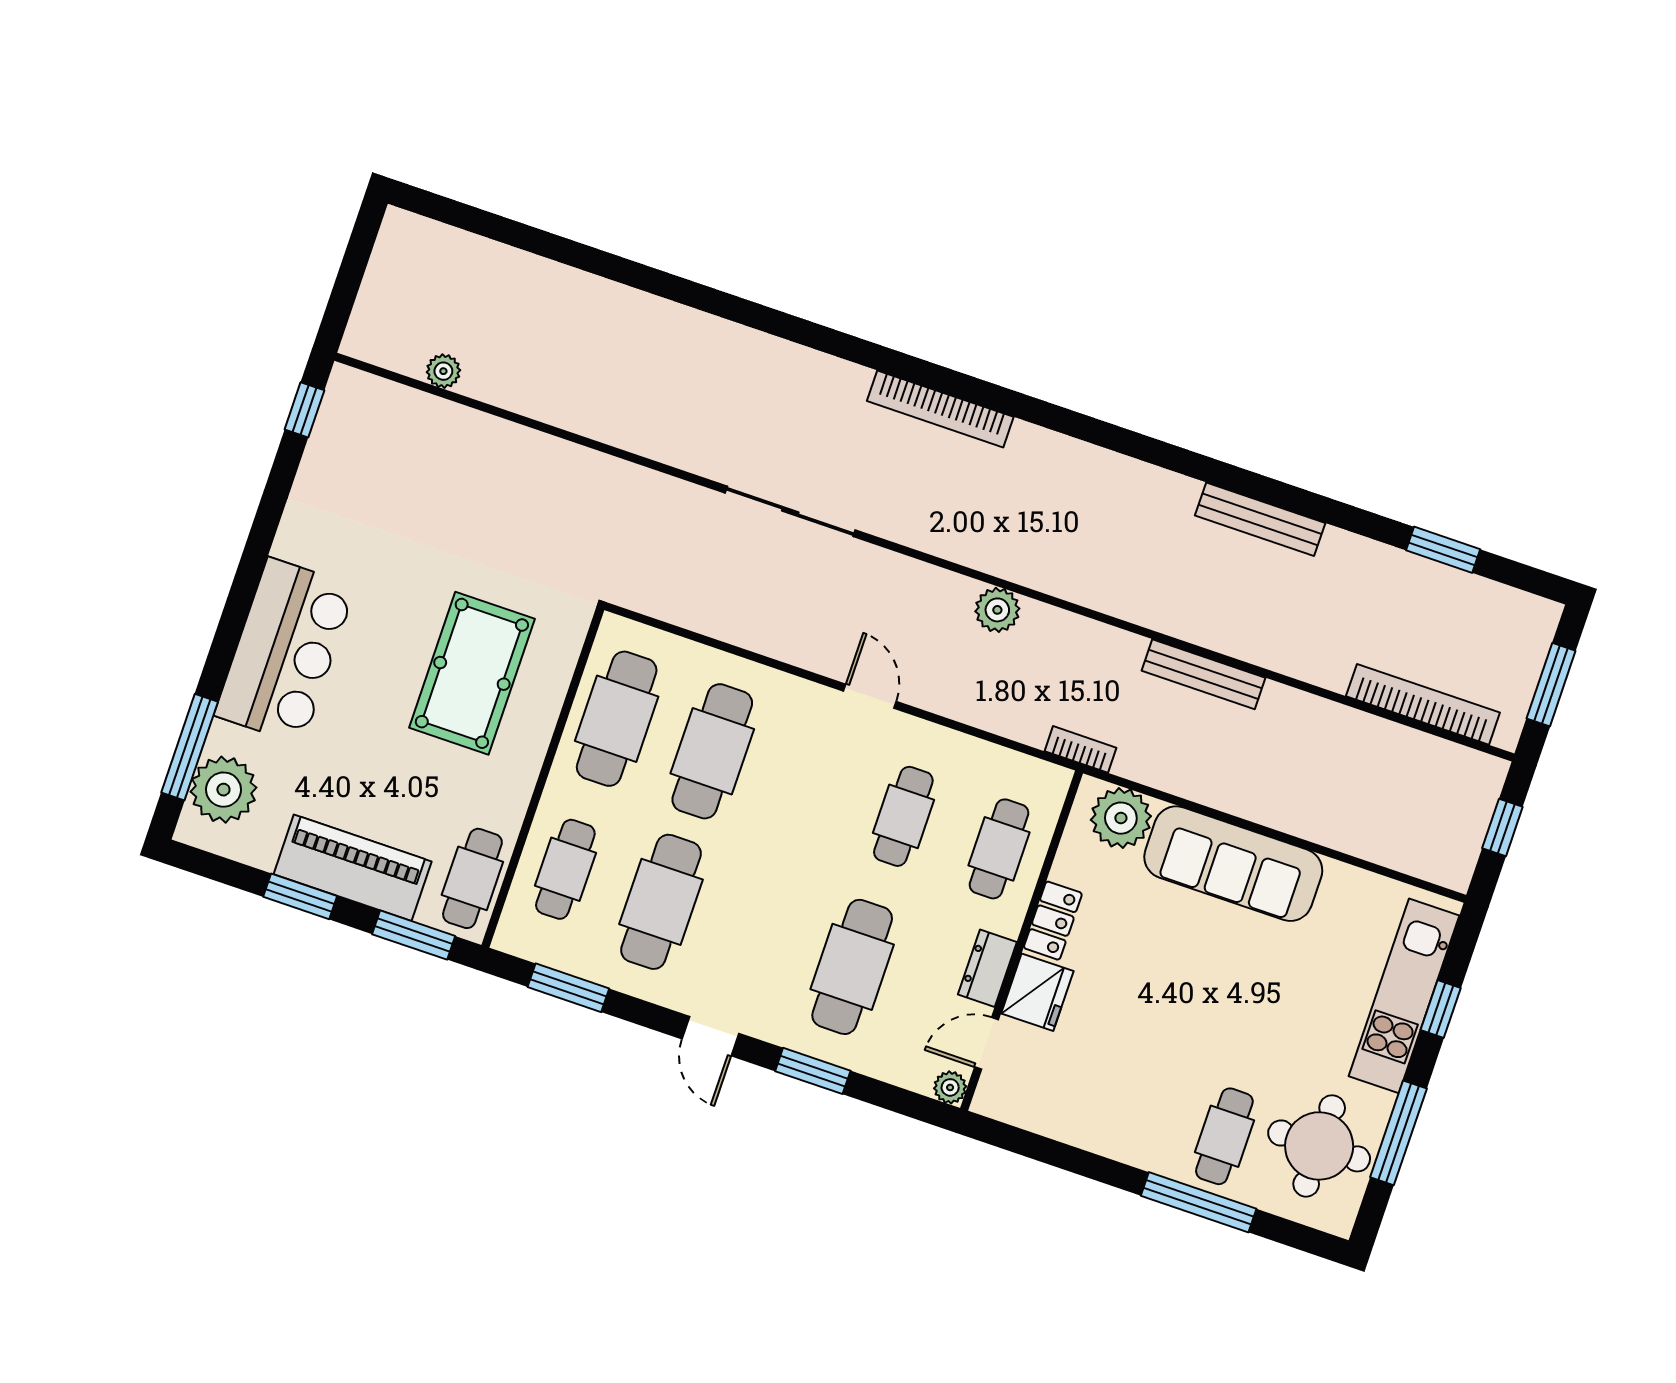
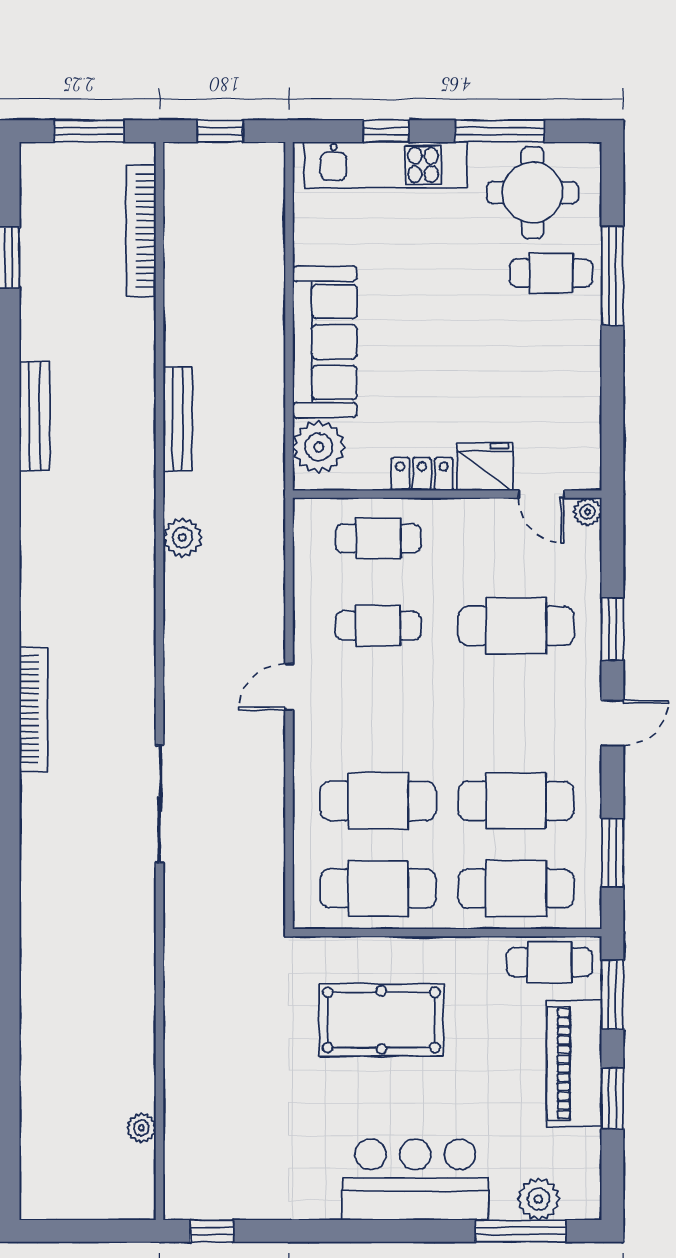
plant: (997, 610) -> (182, 538), moved
bookcase: (1080, 749) -> (274, 499), removed
plant: (223, 790) -> (538, 1199), width x0.73, depth x0.73
cafe table: (565, 869) -> (516, 888), width x1.37, depth x1.35
dresser: (987, 968) -> (479, 515), removed

